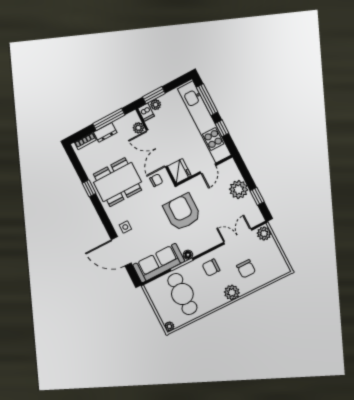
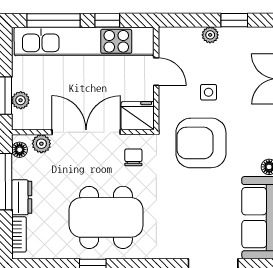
dishwasher: (146, 112) -> (24, 120), removed
floor lamp: (129, 118) -> (20, 150), added
double door: (157, 148) -> (86, 132), swing flipped
dining table: (117, 182) -> (106, 217), turned 90
plant: (239, 189) -> (210, 35), width x0.53, depth x0.53
side table: (125, 227) -> (209, 92), moved

